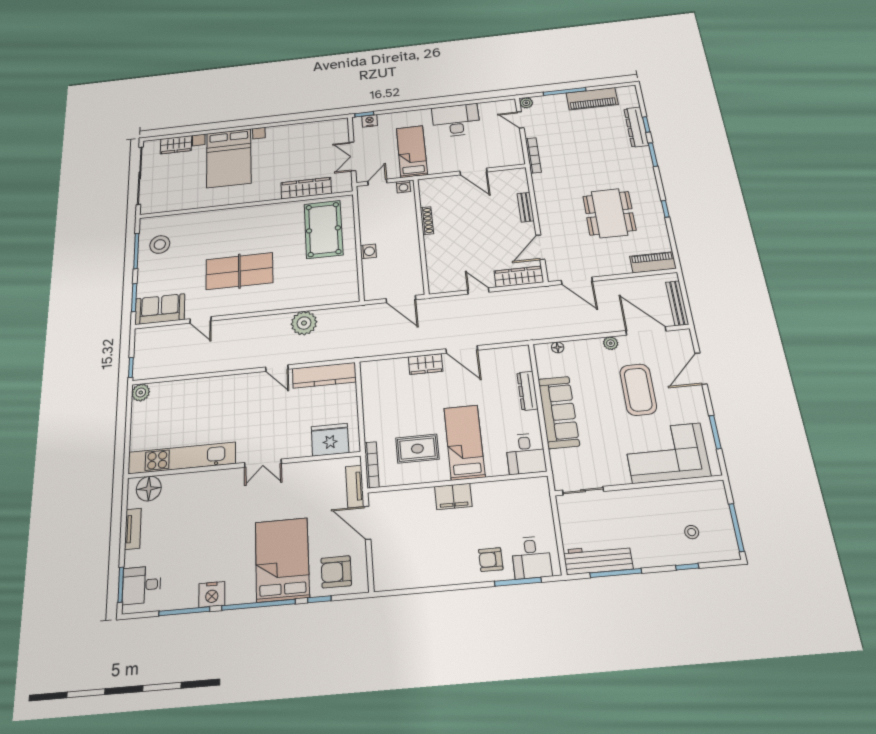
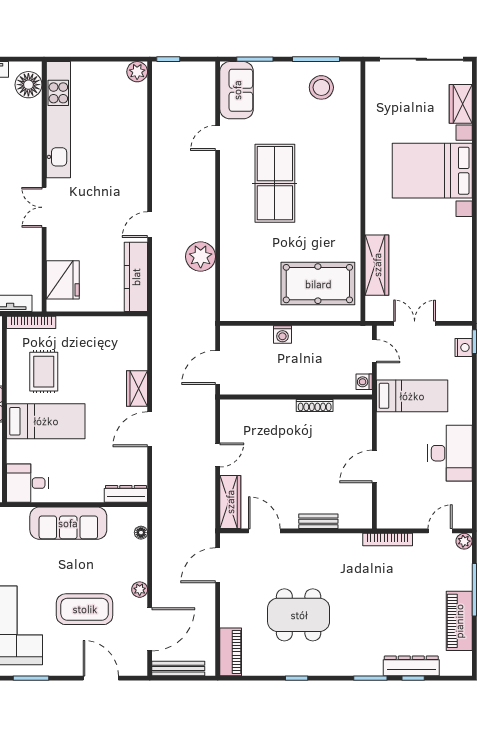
dresser: (527, 391) -> (126, 494), moved

